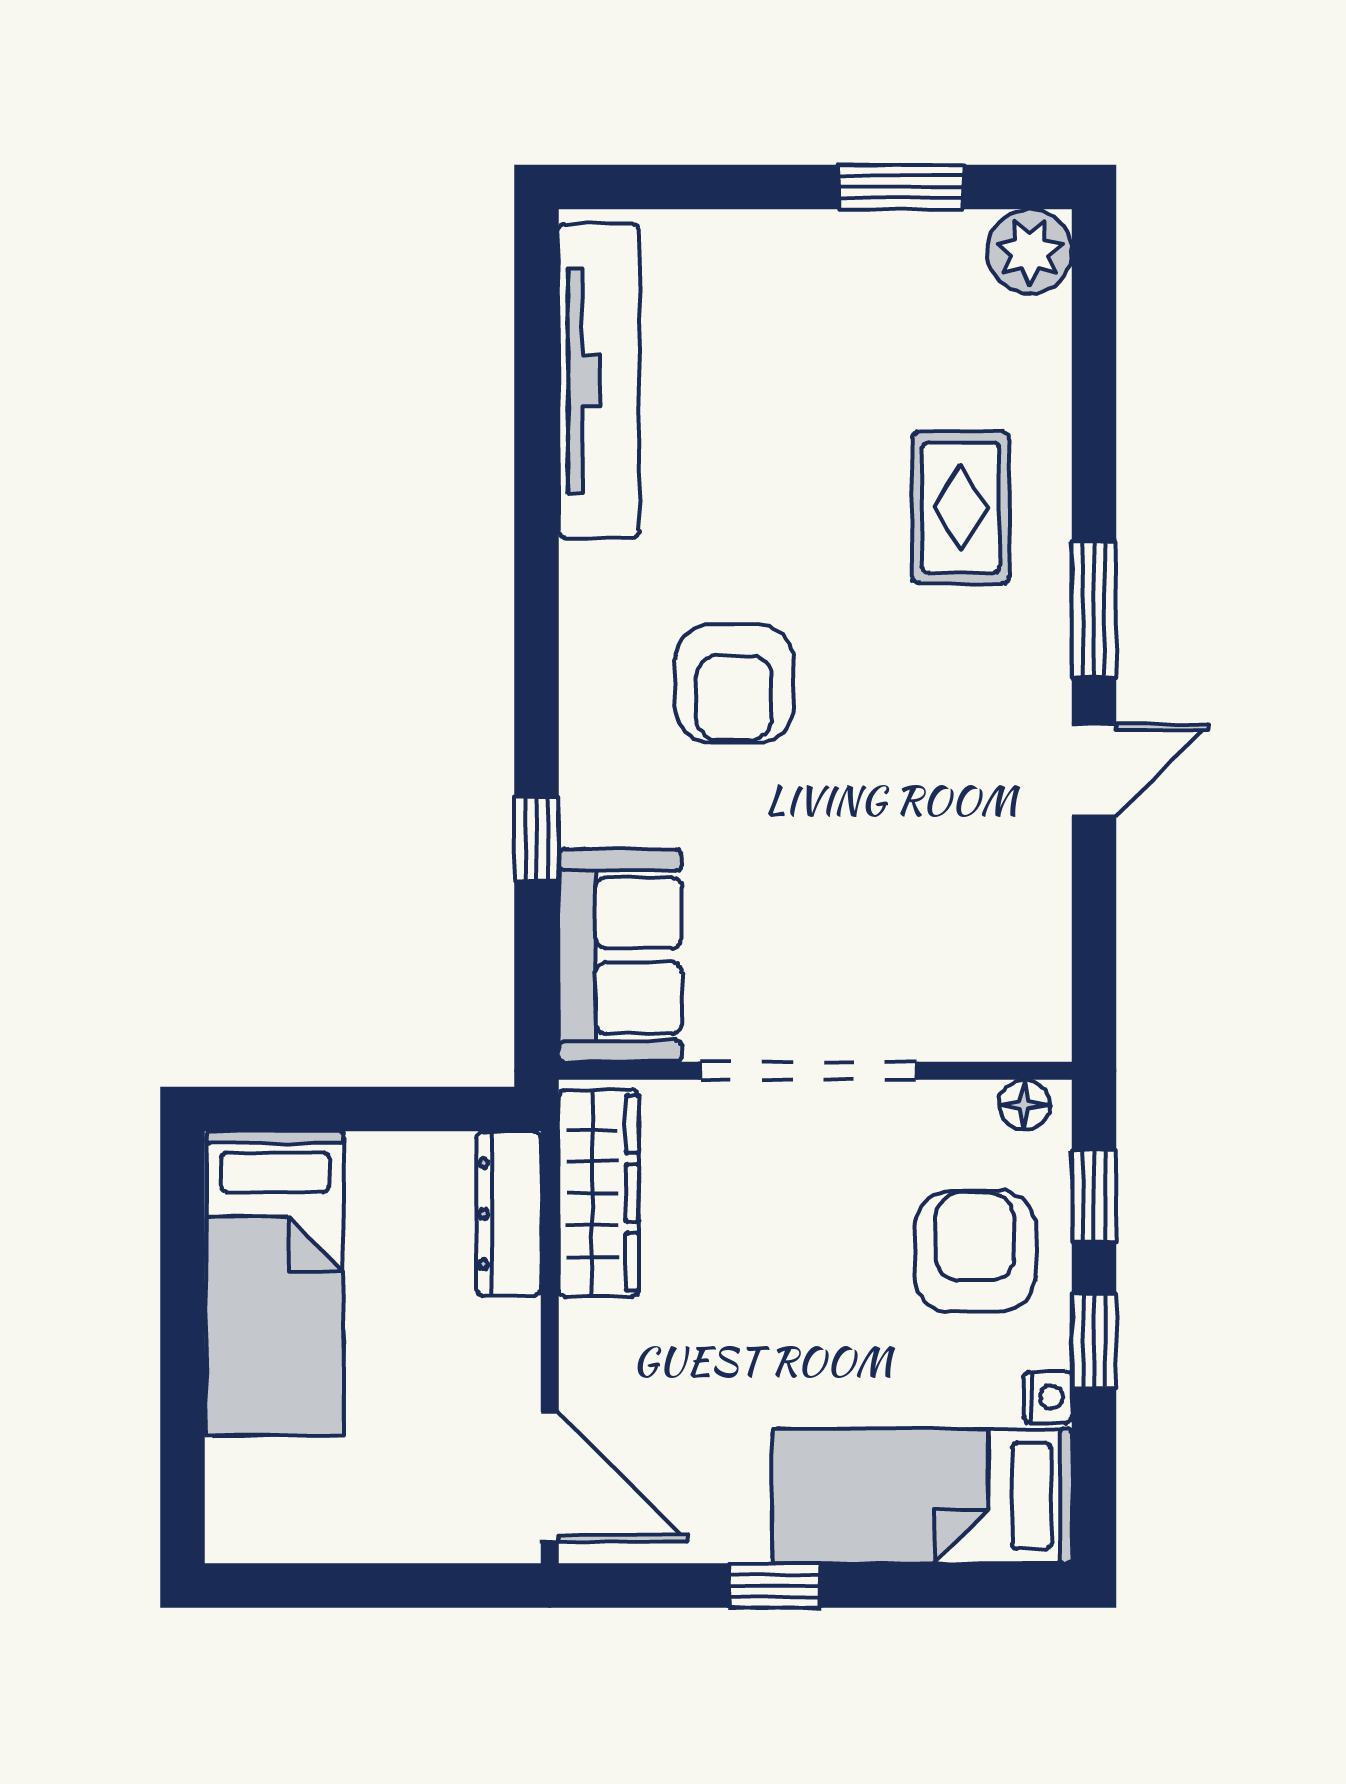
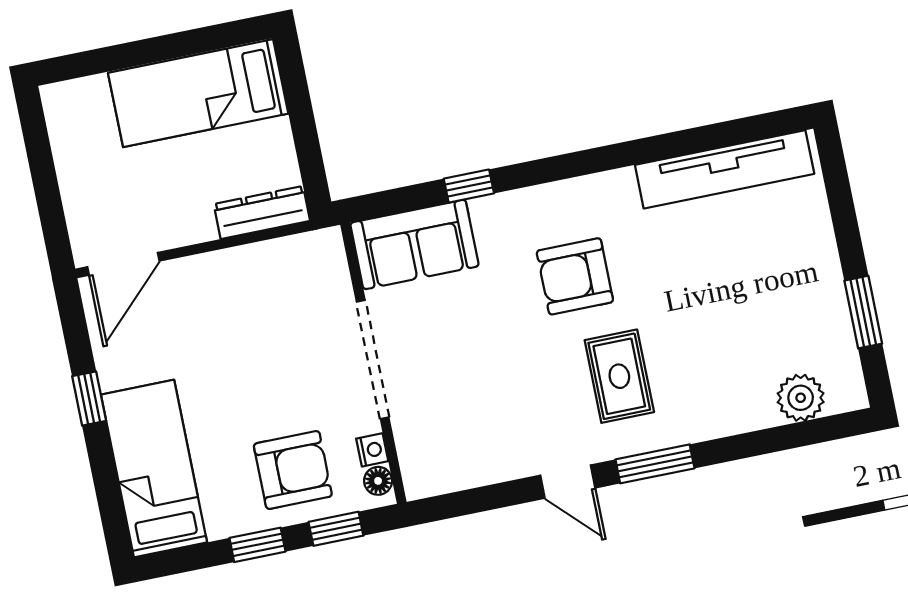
plant: (1030, 252) -> (801, 398), moved
rug: (961, 508) -> (619, 376), moved, turned 90
wardrobe: (599, 1193) -> (283, 259), removed
nightstand: (1048, 1397) -> (372, 450), moved, turned -90

